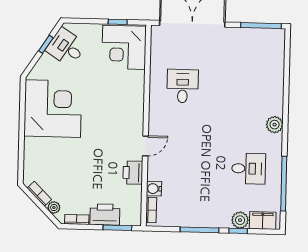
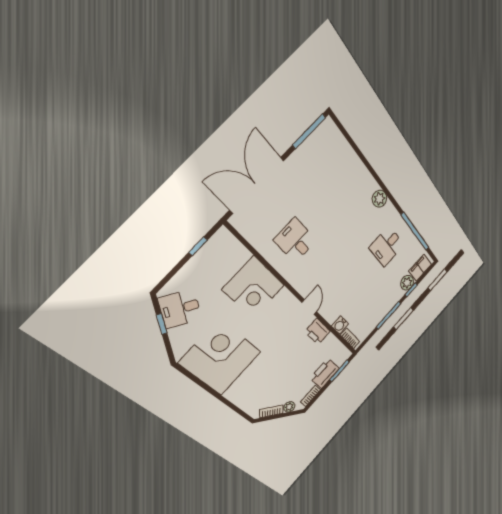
corner desk: (124, 47) -> (254, 287), moved
desk: (249, 169) -> (387, 246), turned 180

